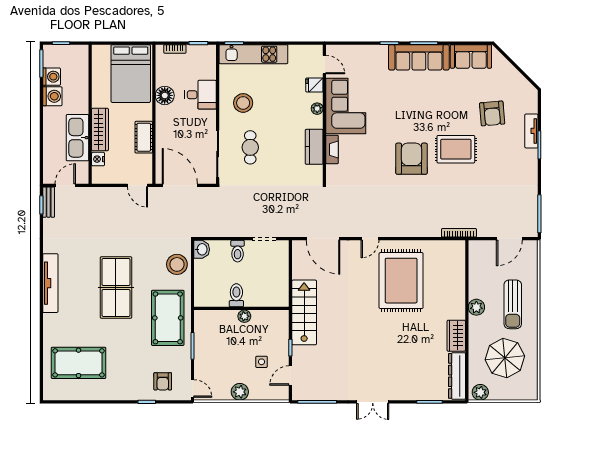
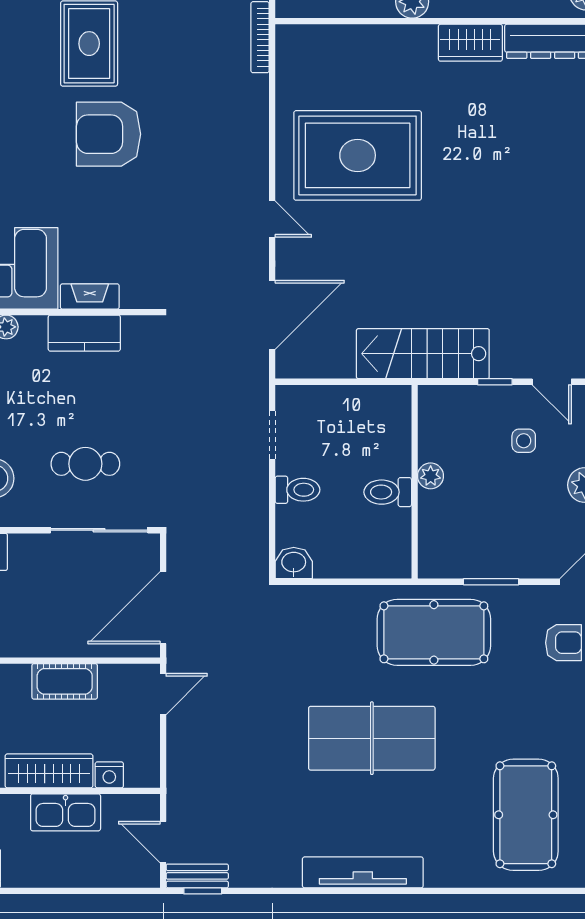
kitchen sink: (78, 138) -> (66, 812), width x0.73, depth x0.81
stool: (177, 264) -> (325, 614), removed

